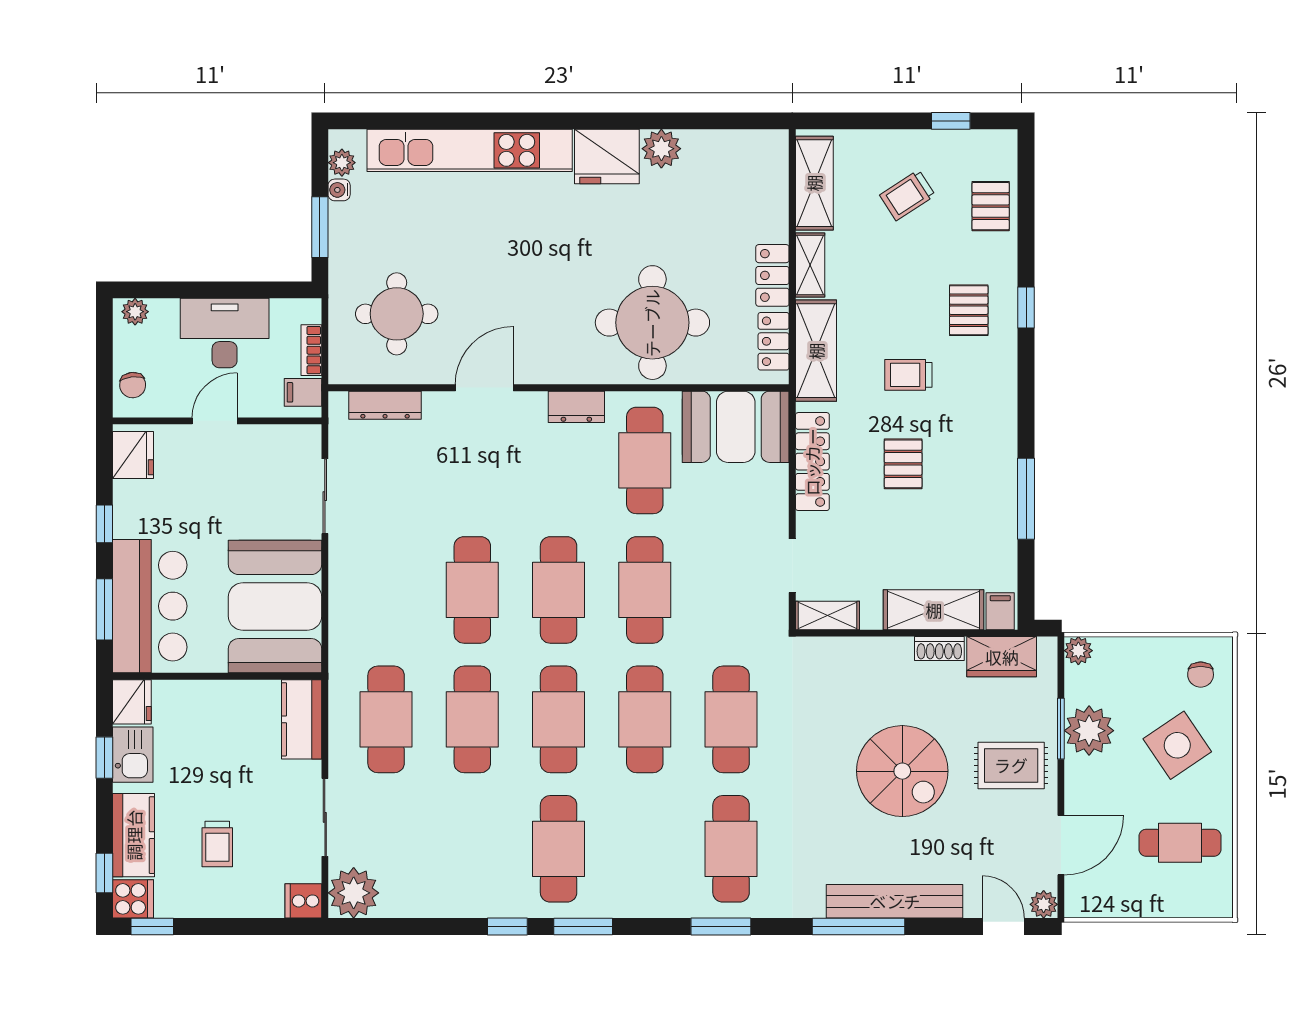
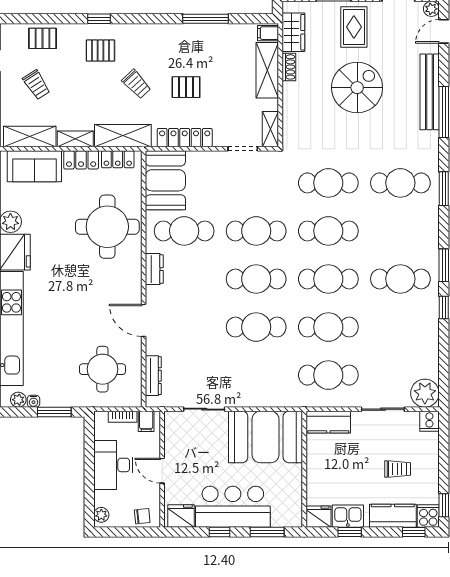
sofa: (761, 192) -> (34, 166), added
trolley: (908, 375) -> (136, 84), turned -43
bar counter: (150, 606) -> (233, 507), moved

